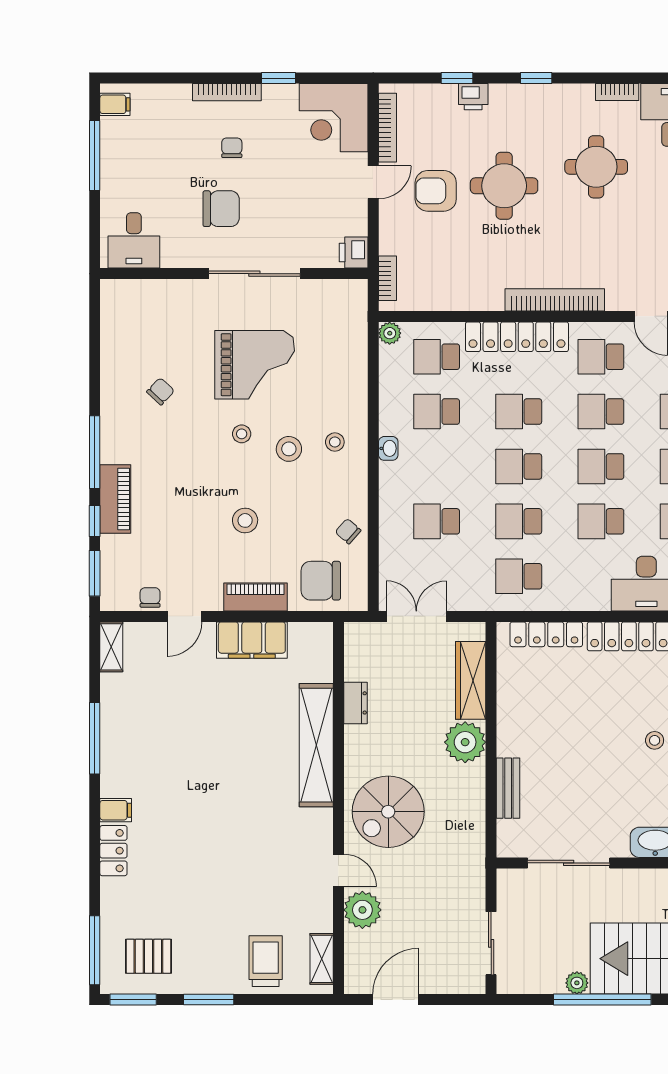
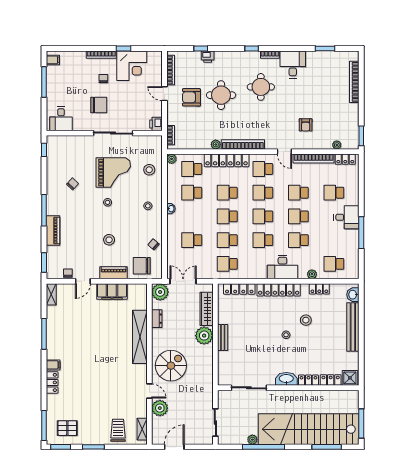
window: (536, 78) -> (252, 49), moved
corner desk: (334, 118) -> (132, 66), moved, turned -90
door: (373, 182) -> (164, 94), swing flipped
plant: (492, 300) -> (216, 144), added
stool: (289, 449) -> (149, 170), moved
window: (95, 521) -> (44, 150), moved
plant: (363, 641) -> (160, 292), added
bench: (508, 788) -> (223, 337), moved
spiral stairs: (388, 812) -> (171, 366), turned 180

